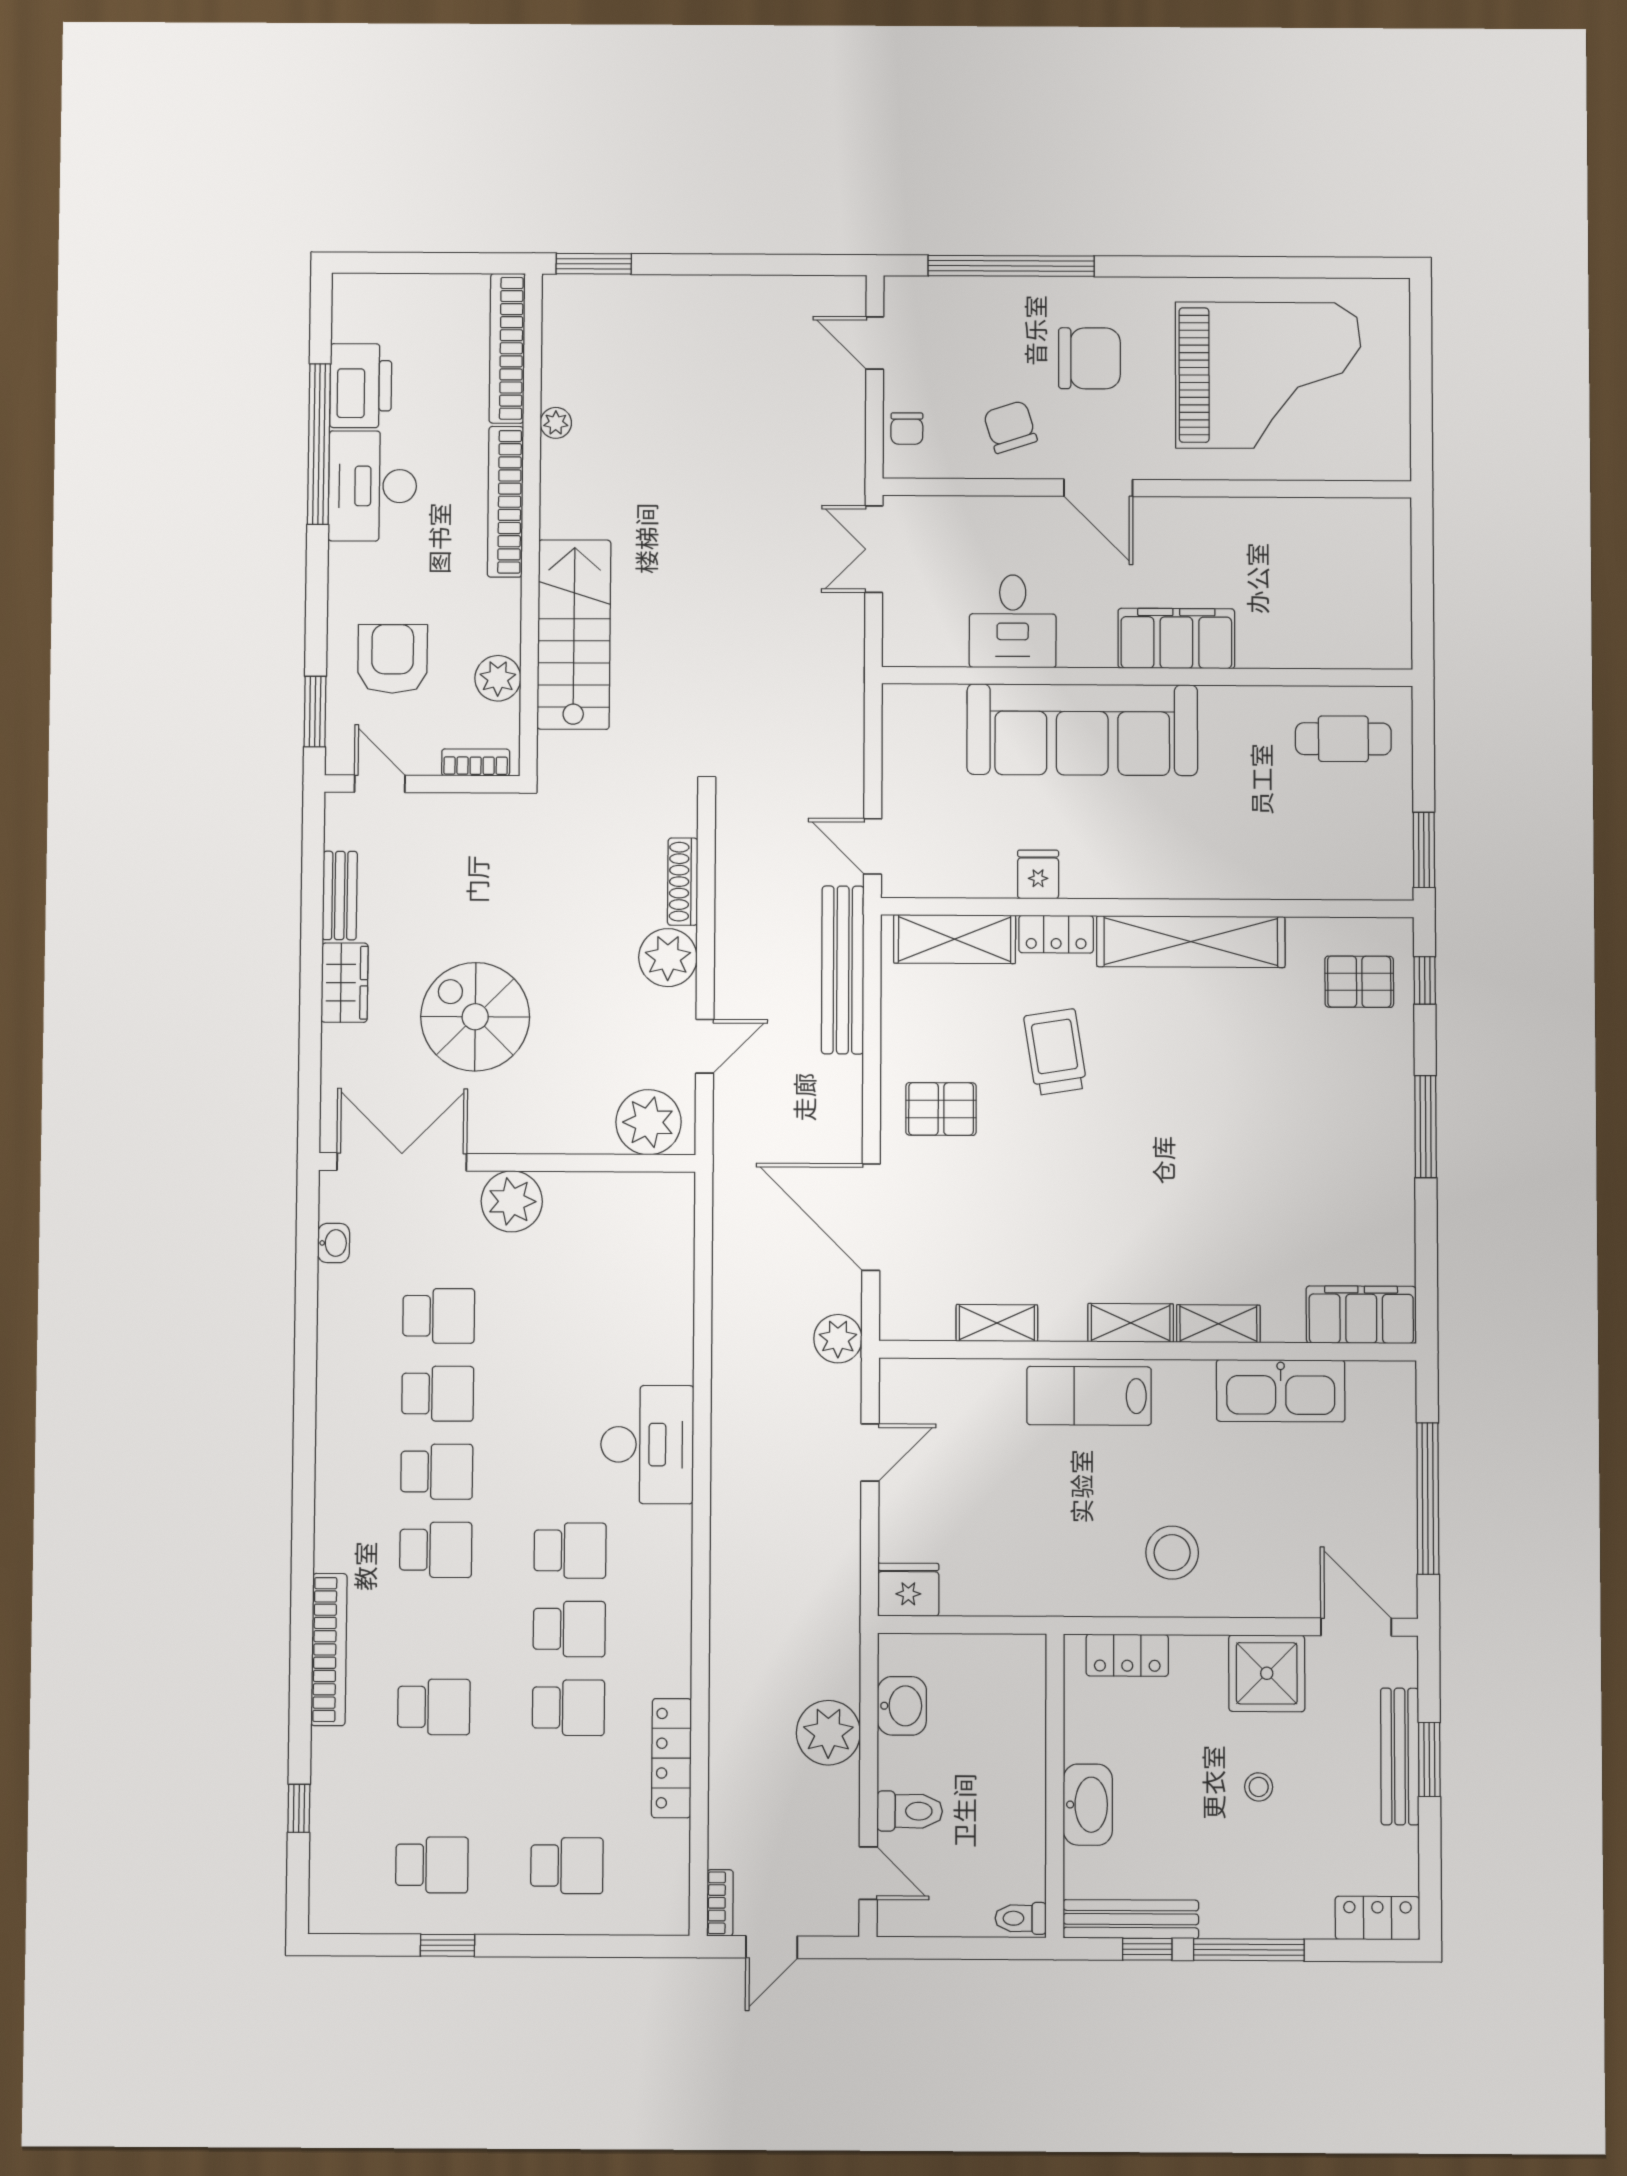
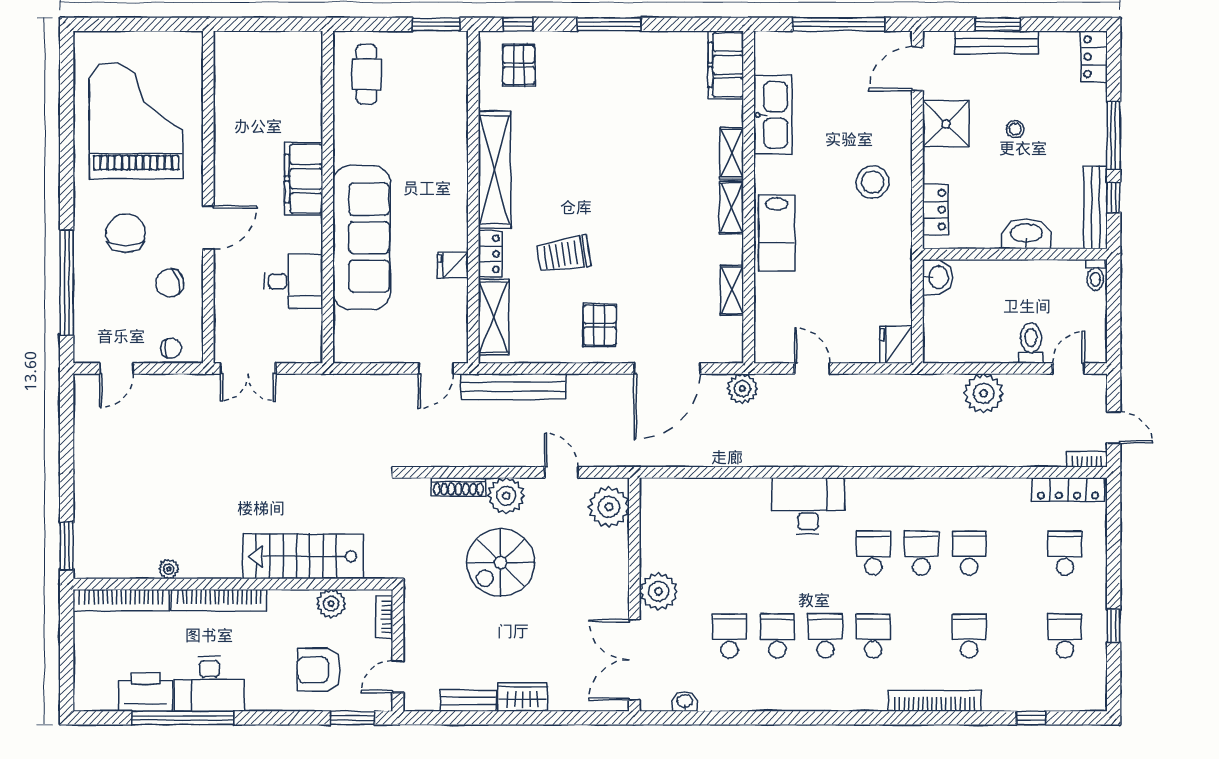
spiral stairs: (475, 1017) -> (500, 563), moved
washbasin: (902, 1706) -> (938, 277), moved, turned 90
locker: (671, 1758) -> (1068, 490), moved

